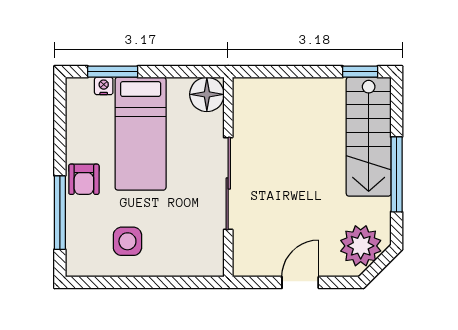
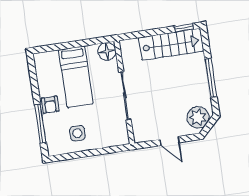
window: (113, 72) -> (57, 47), removed
nightstand: (104, 86) -> (53, 55), removed
stairs: (369, 137) -> (171, 44), moved, turned -90
door: (300, 282) -> (170, 141), swing flipped

